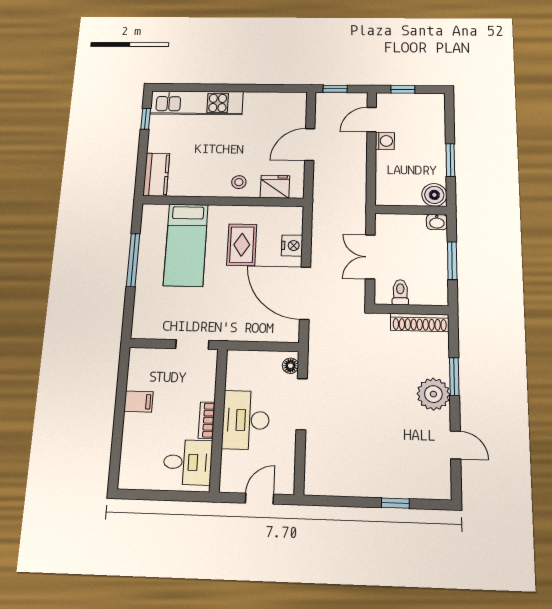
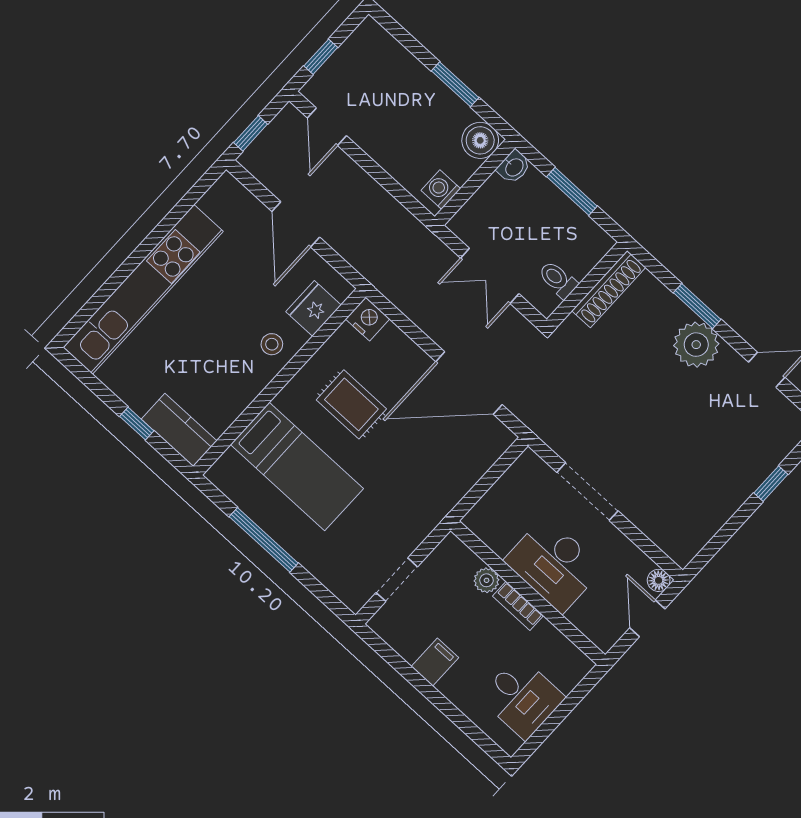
kitchen unit: (197, 103) -> (143, 289), width x1.36
window: (146, 119) -> (137, 424), moved
washing machine: (385, 141) -> (441, 189), moved, turned -90
nightstand: (292, 245) -> (368, 319), moved
doorway: (192, 344) -> (397, 580), moved
floor lamp: (290, 366) -> (659, 580), moved
plant: (207, 391) -> (487, 580), added
desk: (188, 462) -> (522, 698), moved, turned 90

